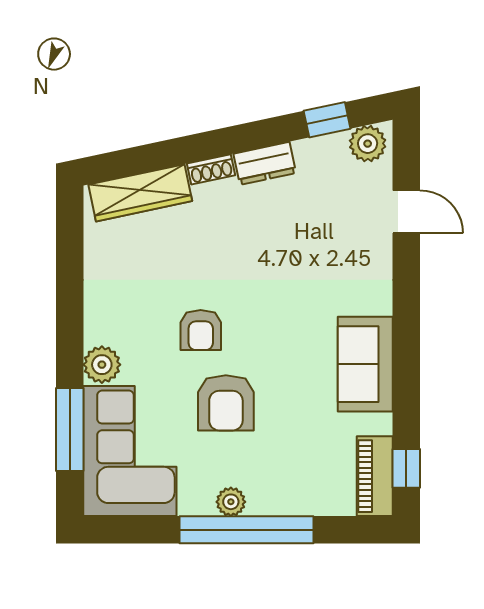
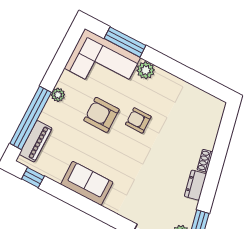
wardrobe: (140, 193) -> (211, 125), removed
piano: (375, 476) -> (36, 141), moved, turned 90
window: (247, 530) -> (31, 118), moved

